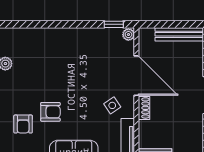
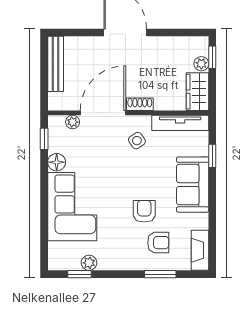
floor lamp: (93, 35) -> (57, 162), added
plant: (128, 35) -> (73, 122), moved
corner sofa: (54, 49) -> (72, 207), added

